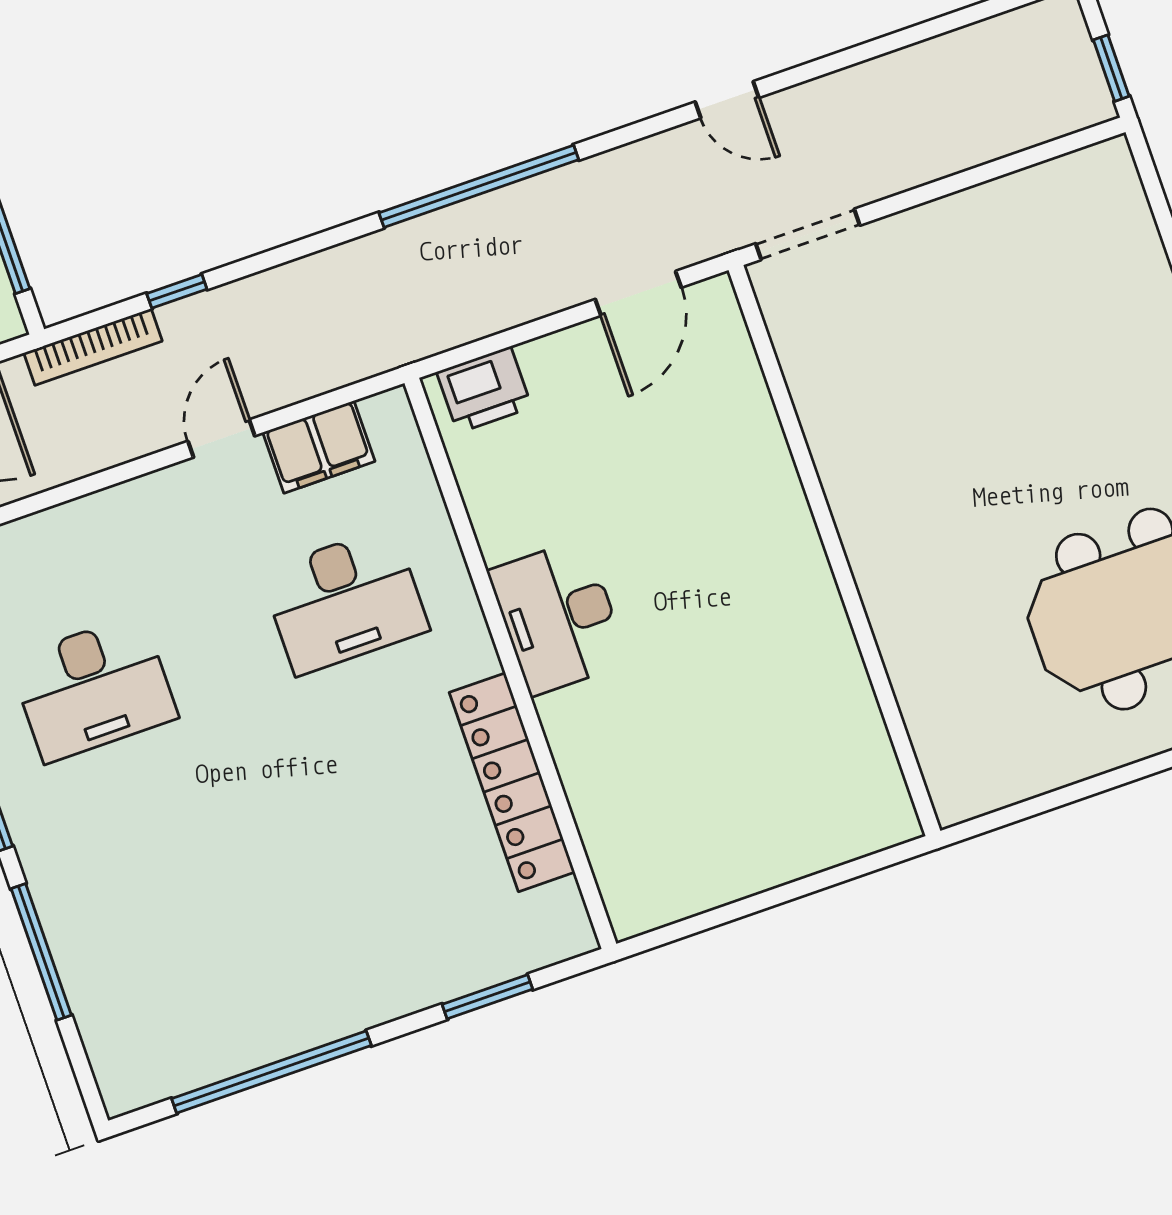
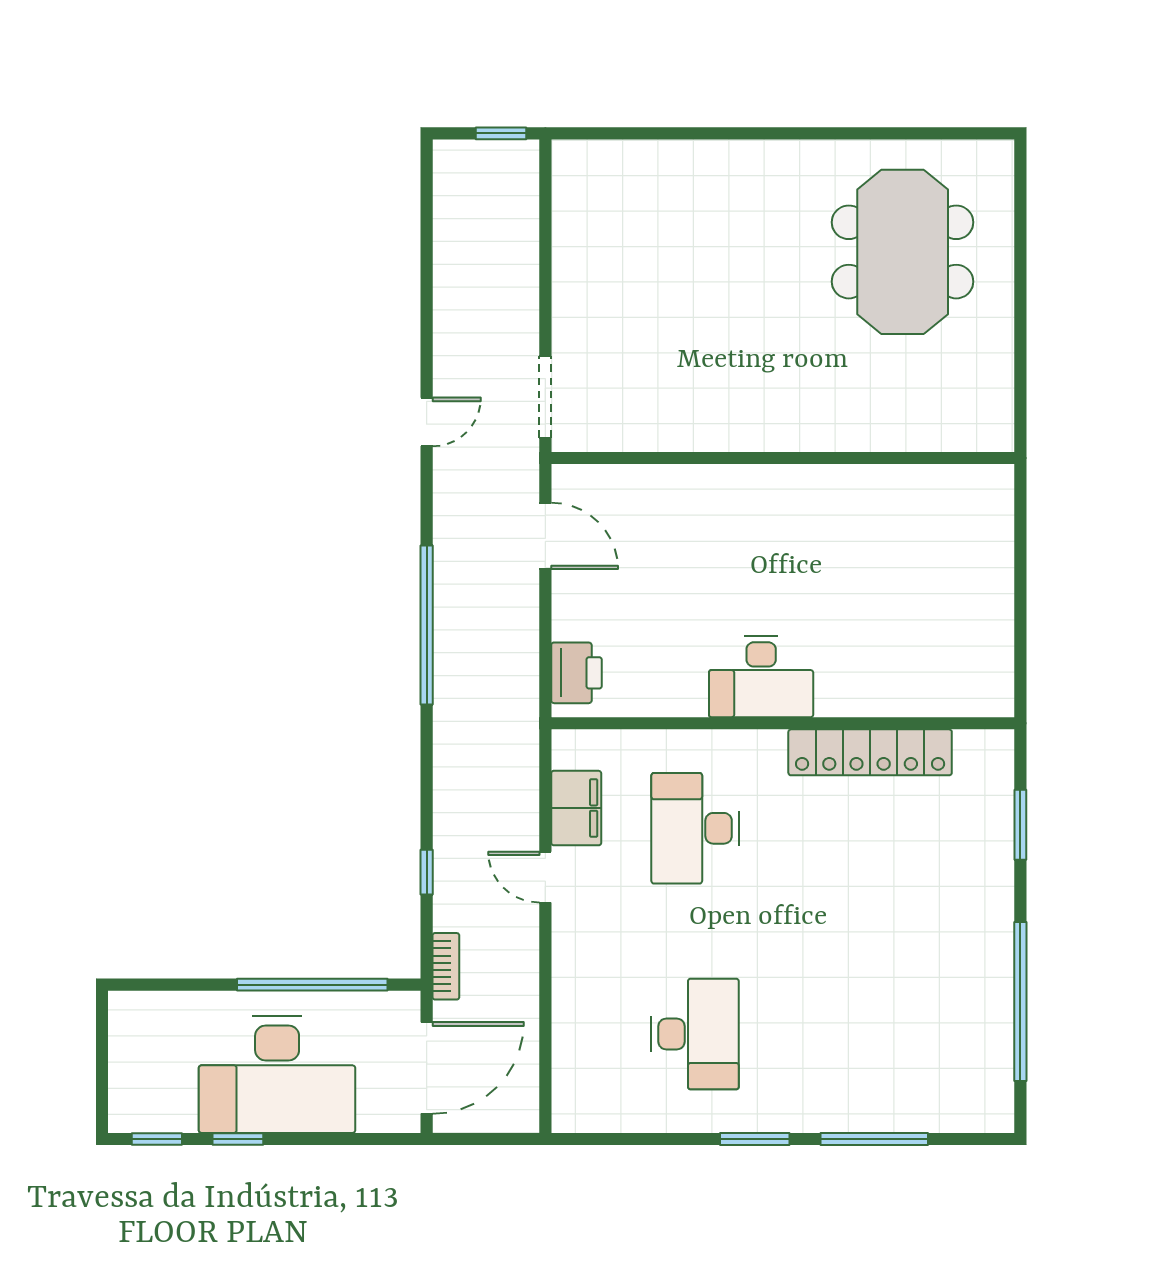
bookcase: (93, 347) -> (446, 966), width x0.64
desk: (345, 601) -> (695, 828), turned 180

